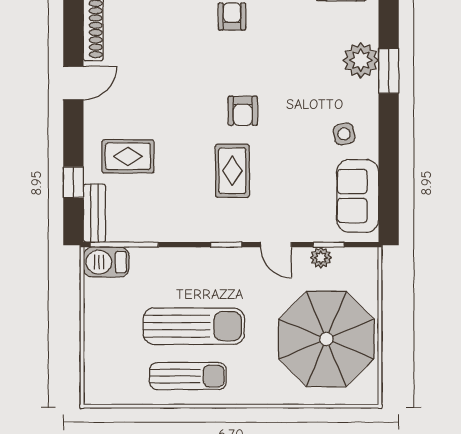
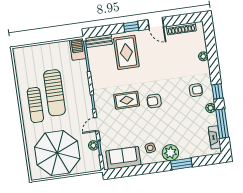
plant: (361, 60) -> (170, 153), moved
rug: (128, 156) -> (126, 52), width x1.36, depth x1.43
window: (73, 182) -> (131, 27), moved
sun lounger: (188, 376) -> (35, 105), moved

